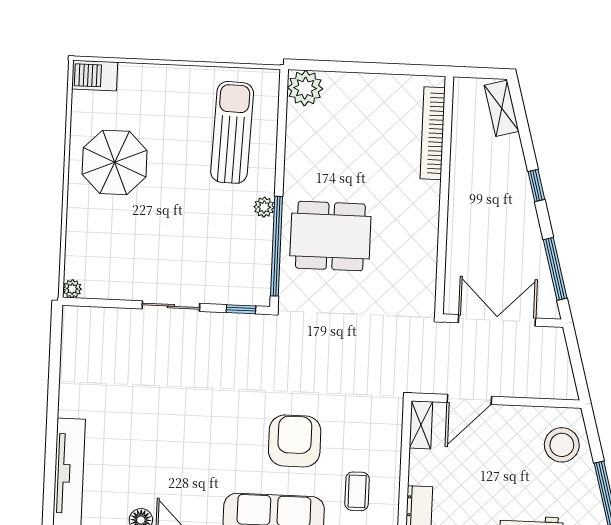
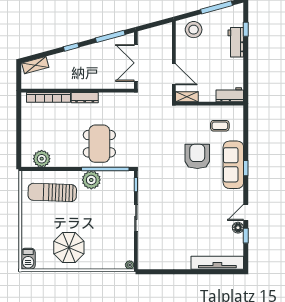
plant: (305, 88) -> (42, 159), moved
plant: (264, 207) -> (91, 180), width x1.87, depth x1.87
dresser: (429, 209) -> (85, 98), added
armchair: (295, 441) -> (197, 156), turned 90

